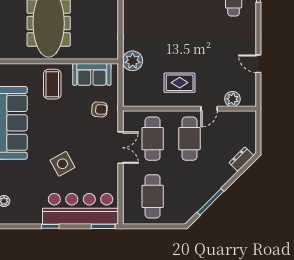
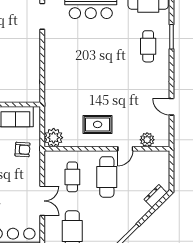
plant: (133, 61) -> (54, 138), moved
cafe table: (153, 139) -> (72, 177), width x0.73, depth x0.74
double door: (121, 148) -> (42, 201), moved

